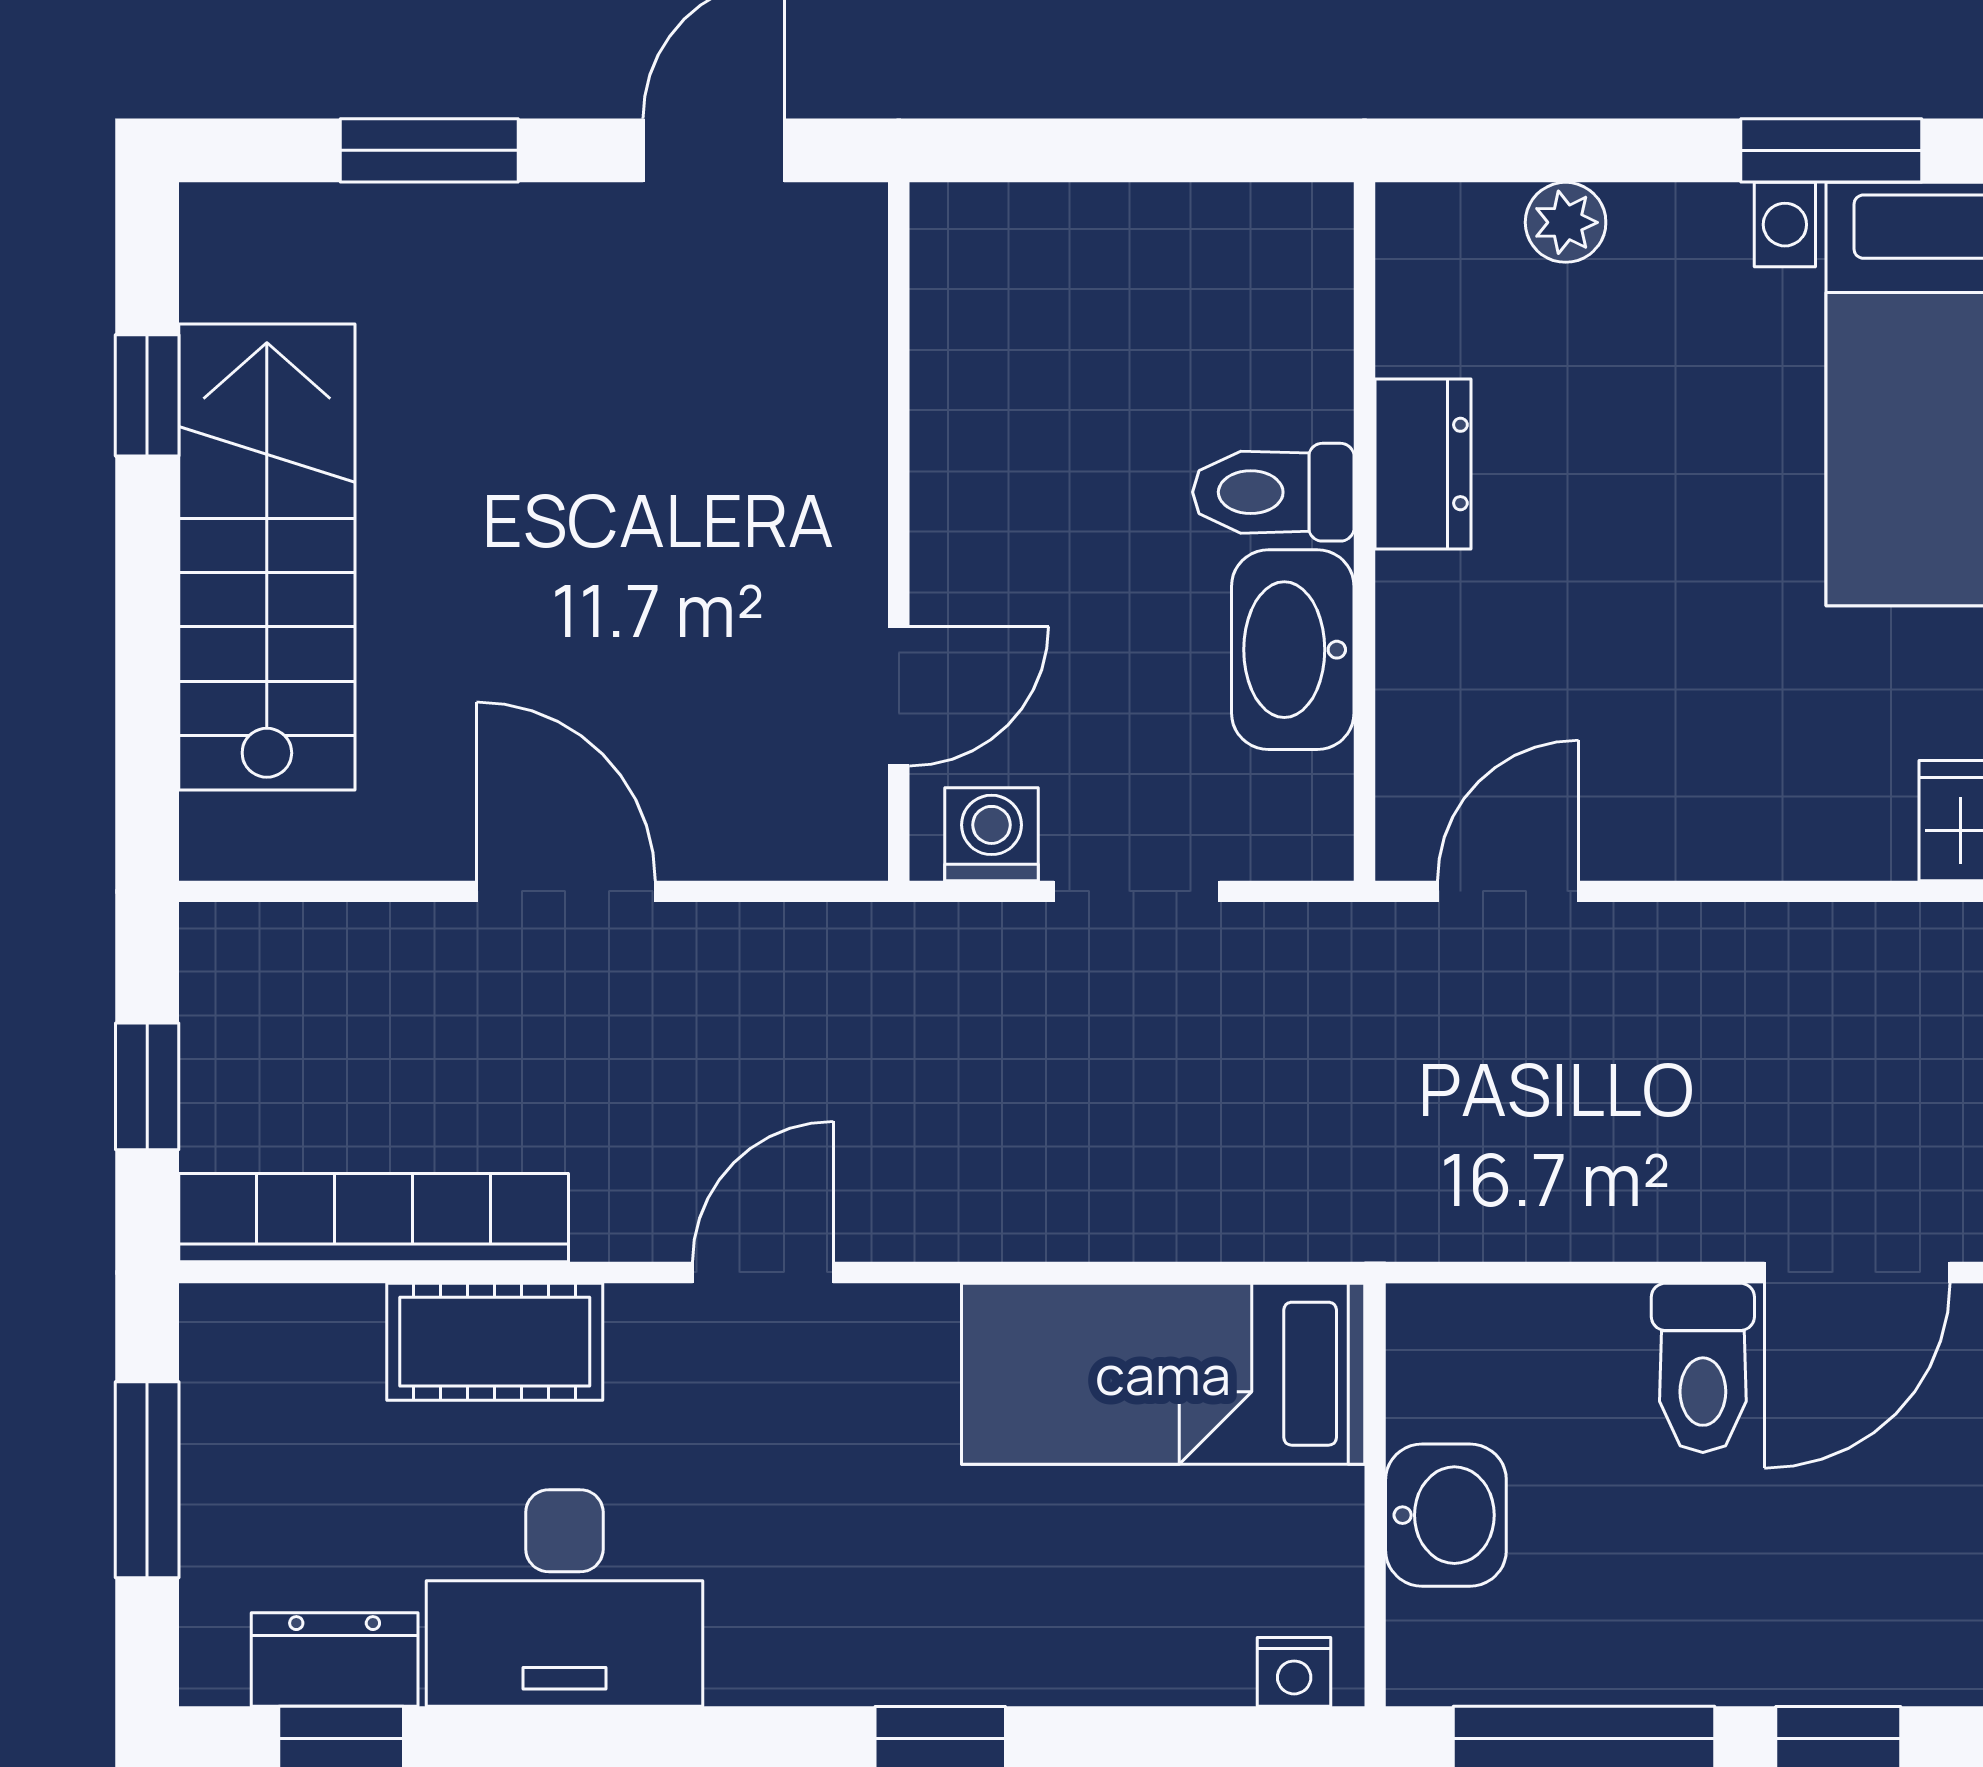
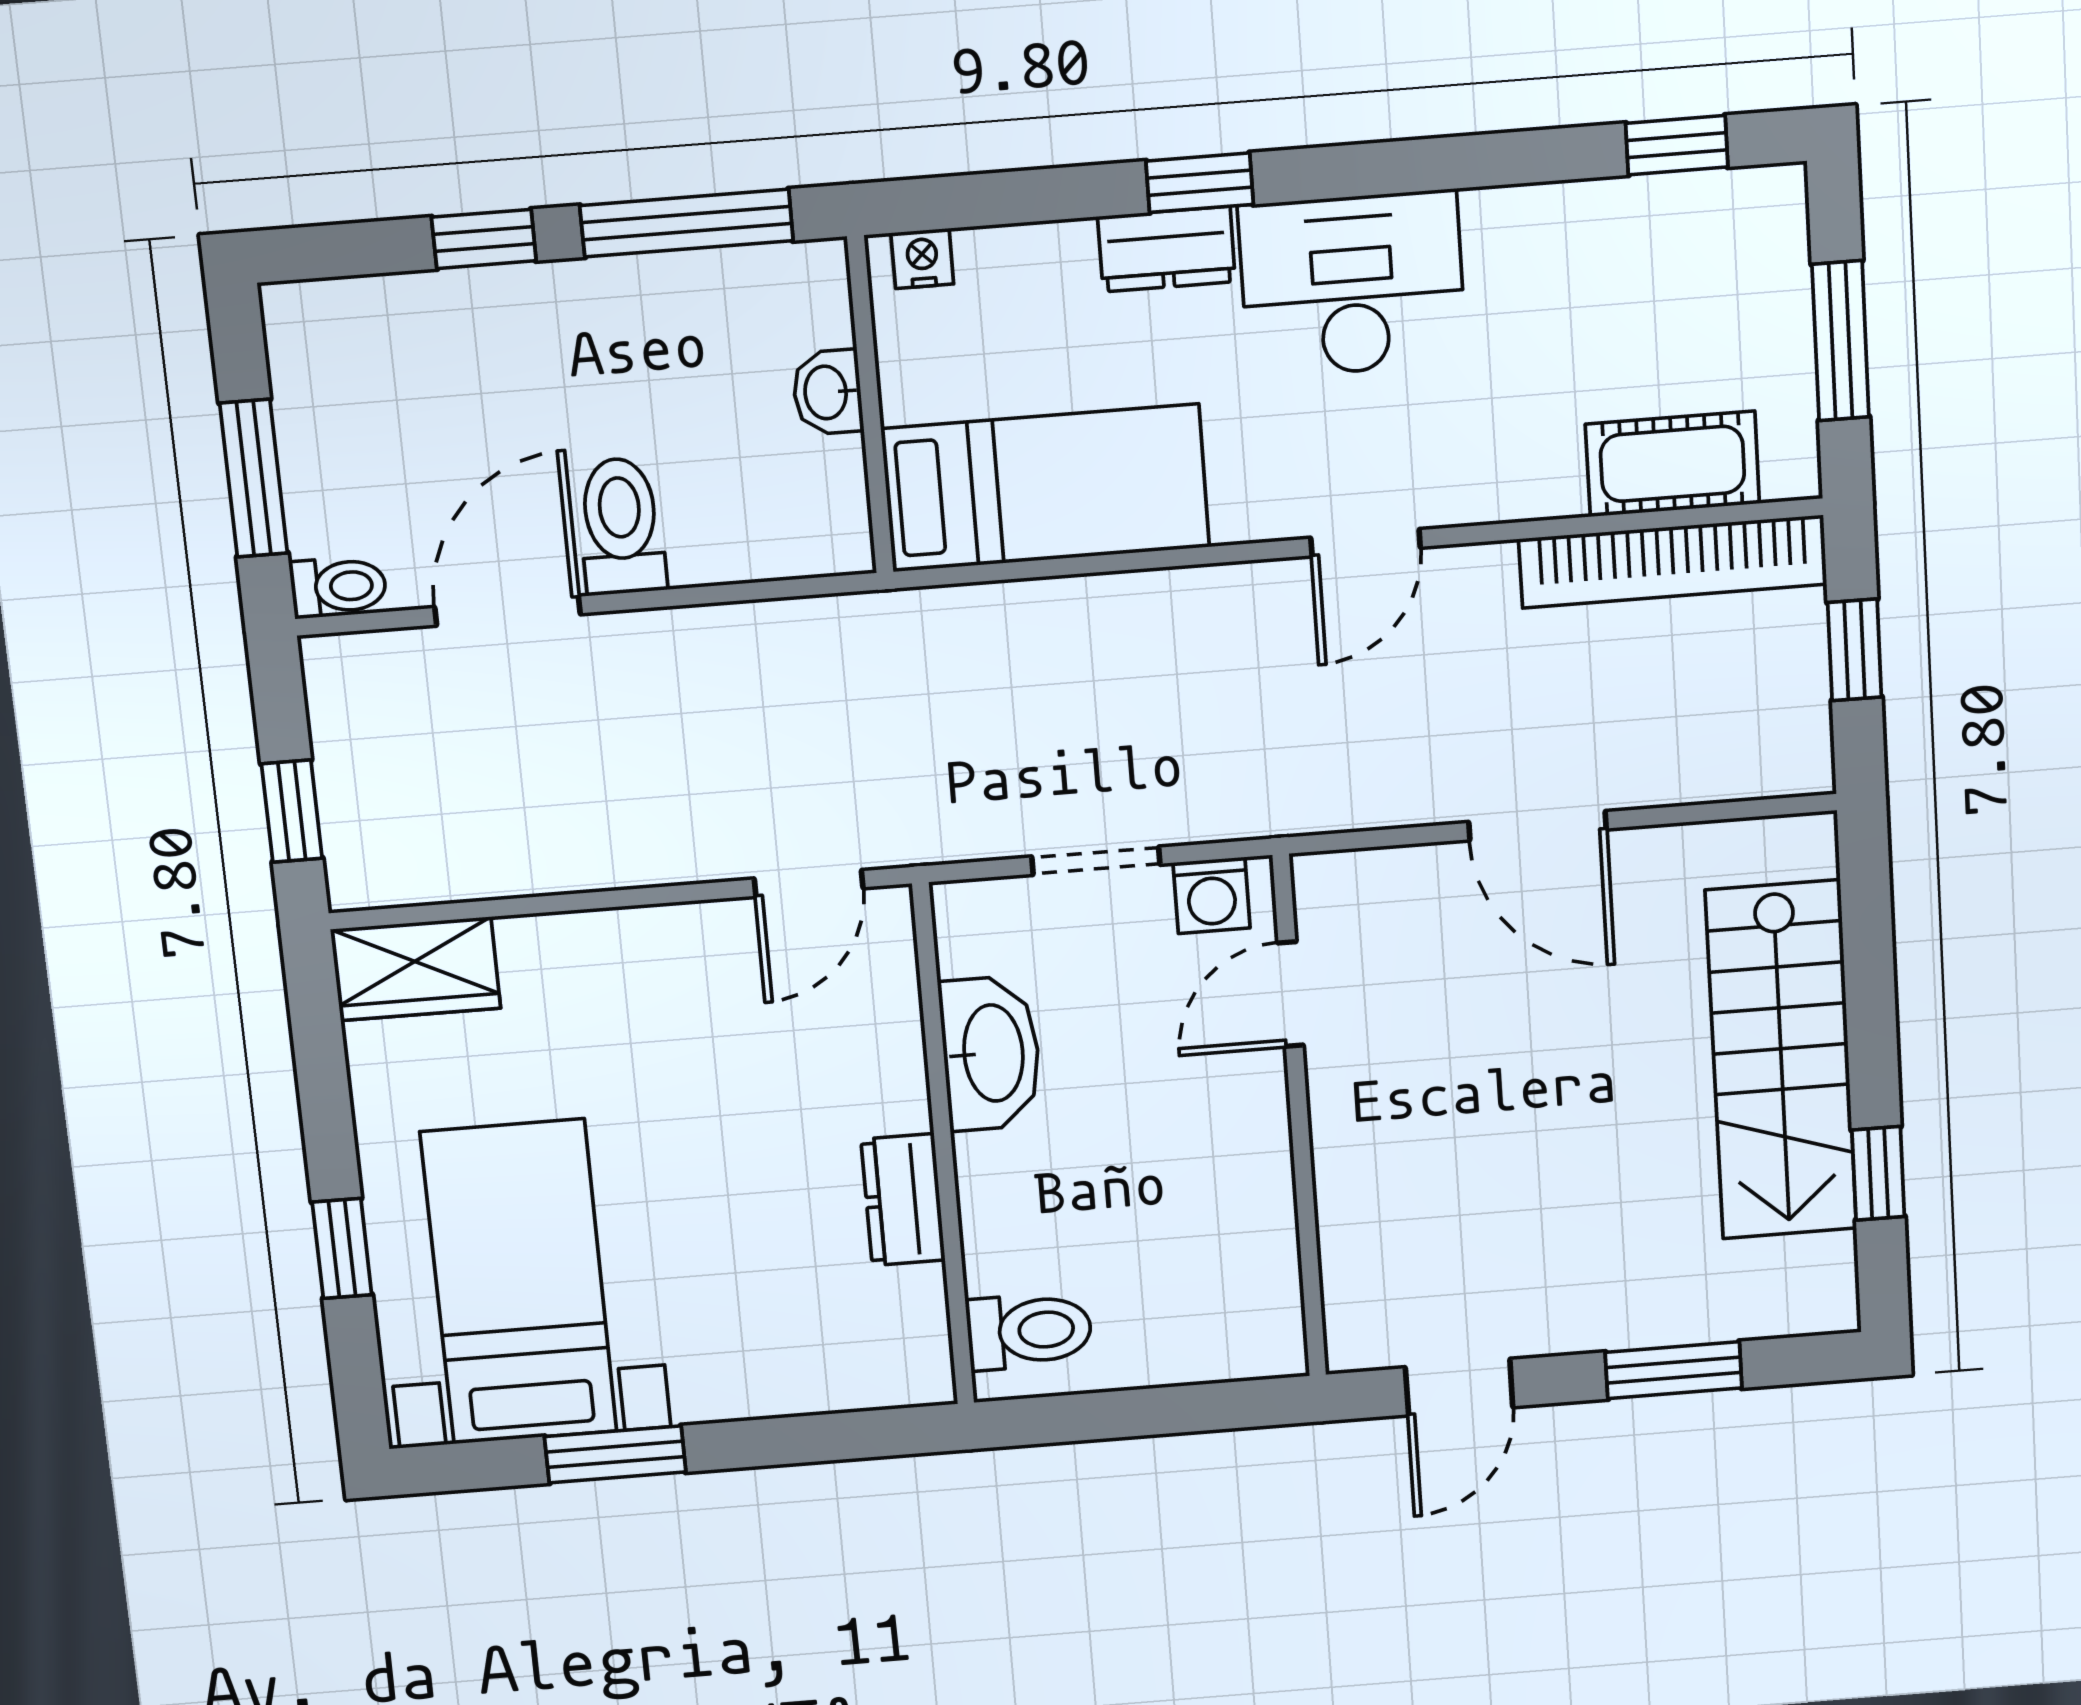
plant: (1566, 222) -> (811, 1386), removed
toilet: (1273, 492) -> (1029, 1331), moved
cot: (495, 1342) -> (1672, 464), moved
washbasin: (1446, 1515) -> (828, 392), width x0.72, depth x0.69
desk: (564, 1598) -> (1352, 284), moved
dresser: (335, 1660) -> (1167, 249), moved

